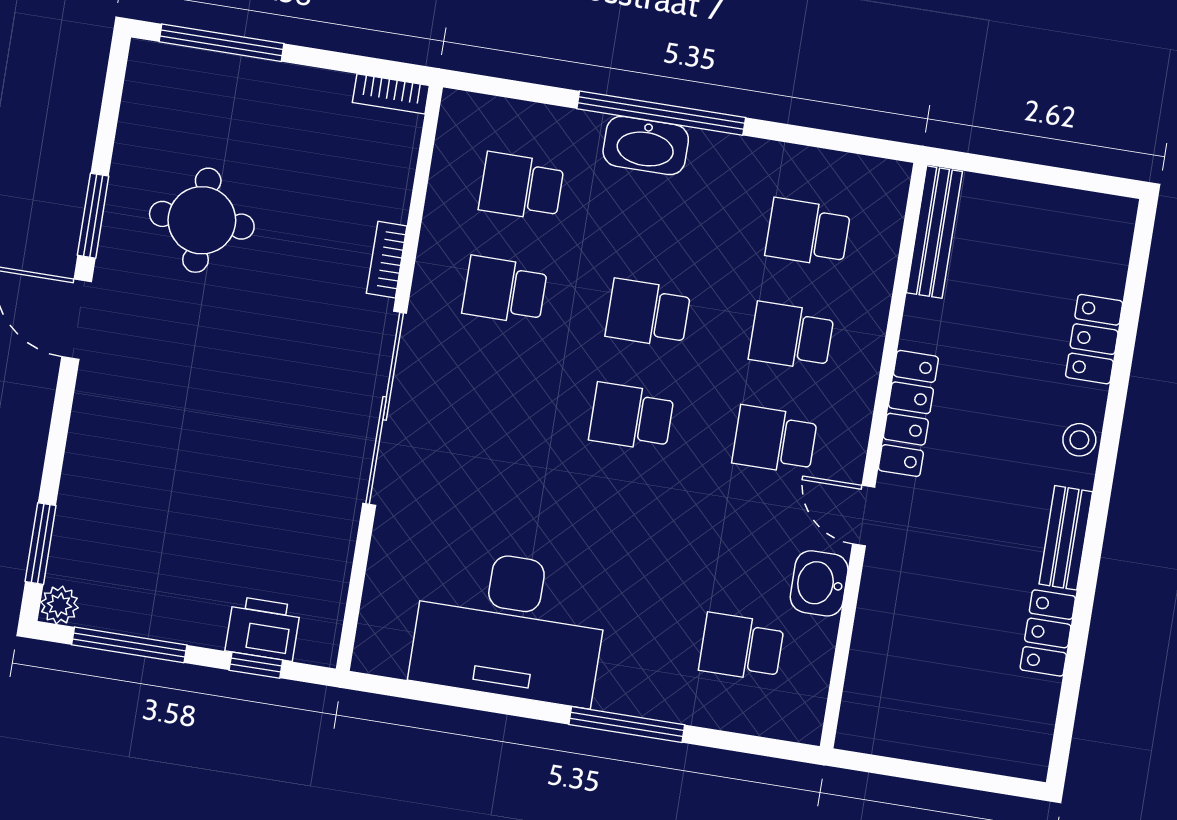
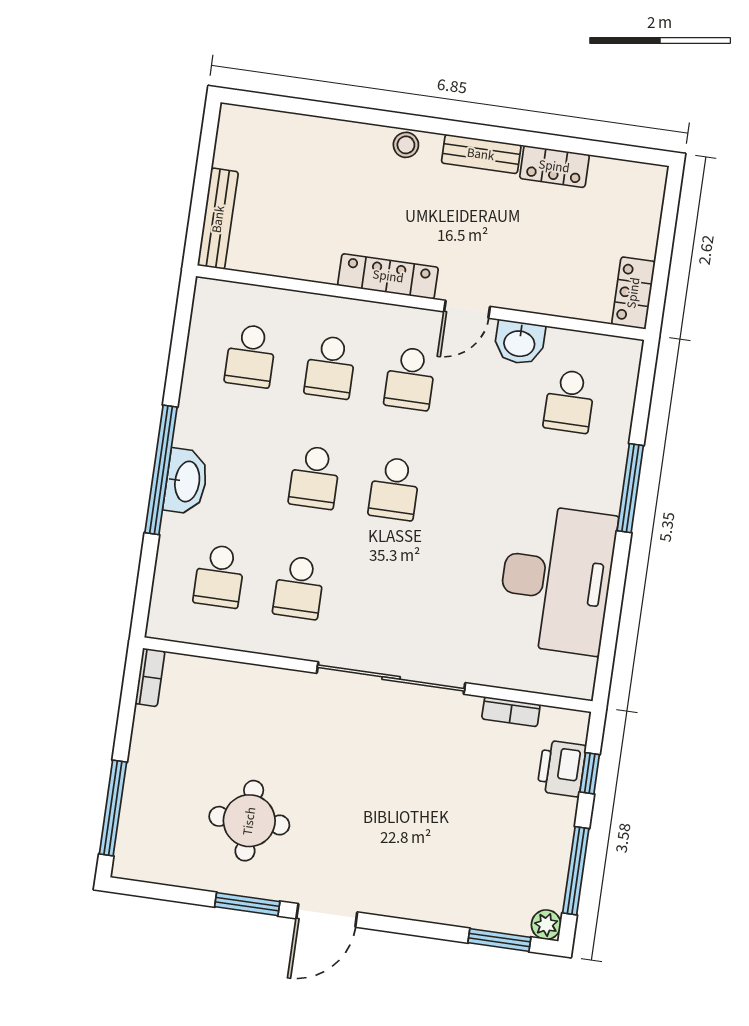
bench: (934, 232) -> (218, 219), moved, turned 90
bookcase: (387, 260) -> (511, 712), moved
locker: (1094, 339) -> (633, 293), moved, turned 90

